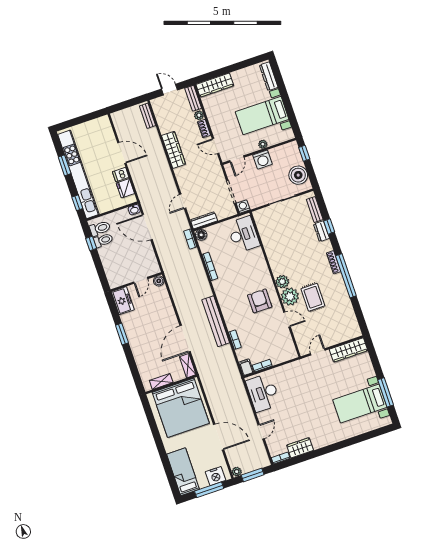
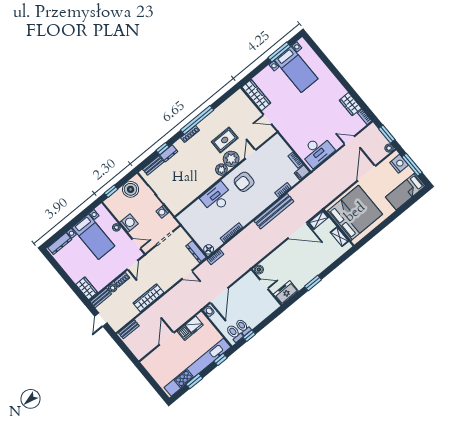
wardrobe: (215, 85) -> (87, 288), width x0.67
washing machine: (243, 206) -> (162, 212), moved
desk: (243, 234) -> (217, 198), moved

